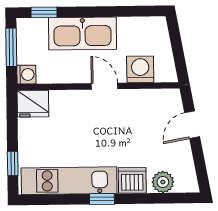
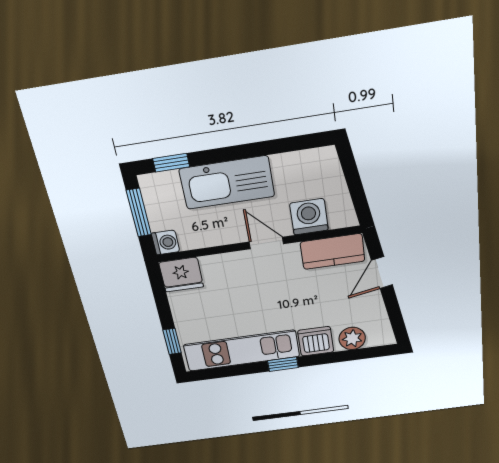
kitchen counter: (155, 101) -> (333, 252), added

